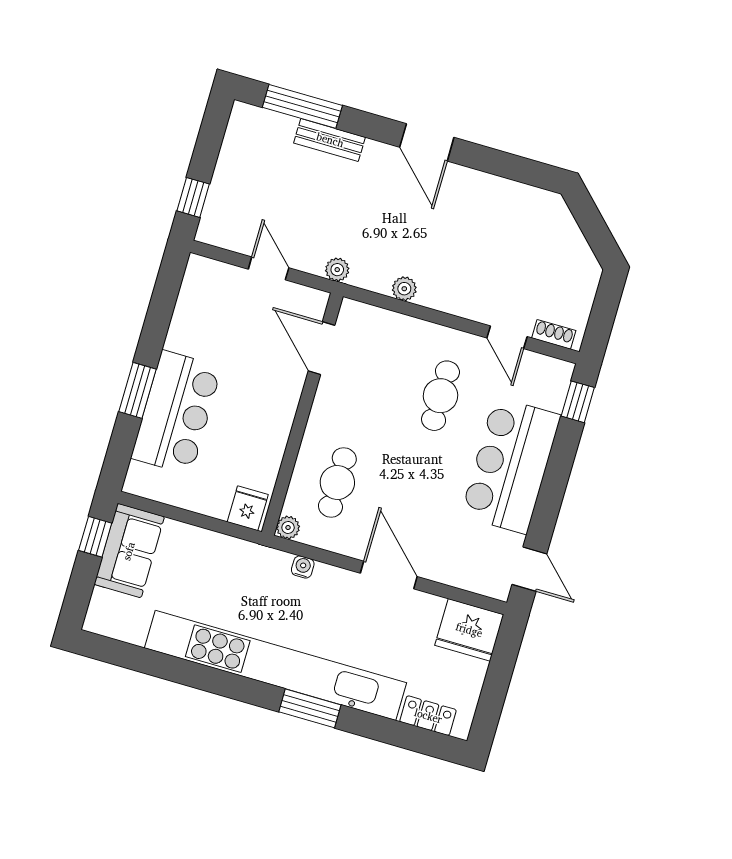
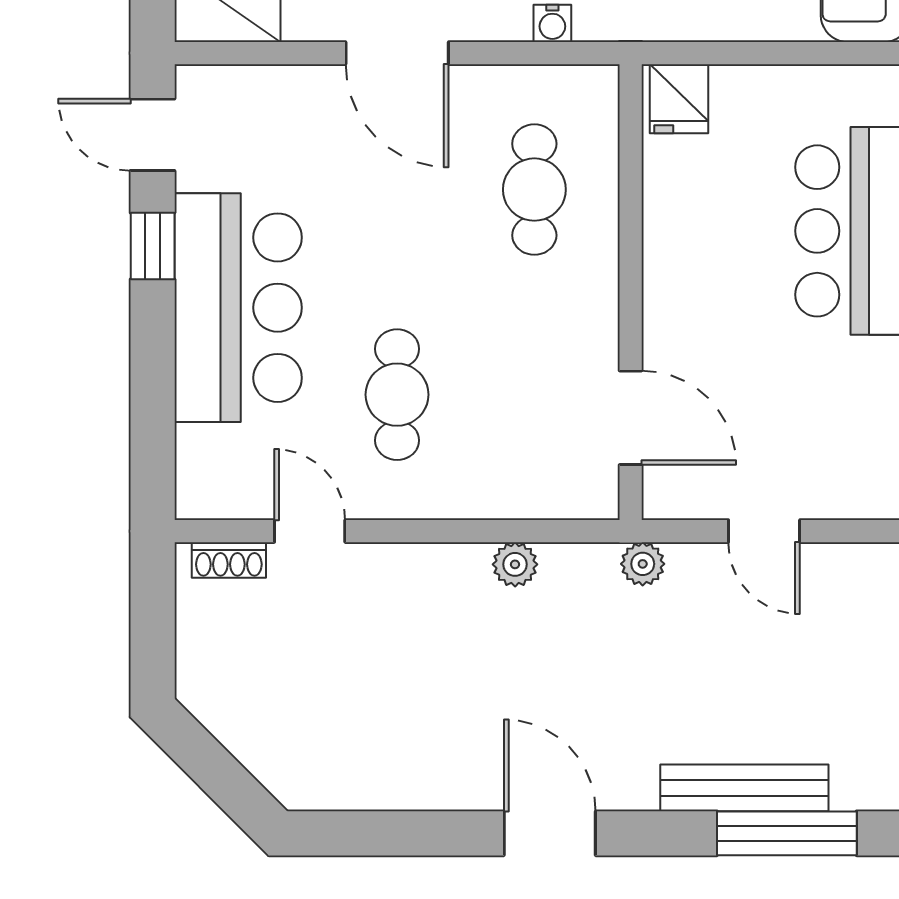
bench: (330, 140) -> (744, 788), width x1.36
window: (578, 402) -> (153, 246), moved
plant: (288, 528) -> (598, 85), removed

